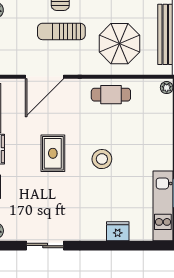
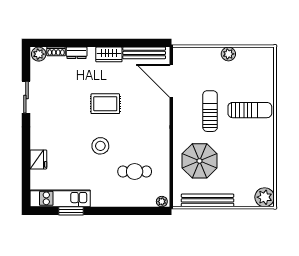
door: (45, 77) -> (171, 81), moved
cafe table: (111, 95) -> (135, 172), moved, turned 90

